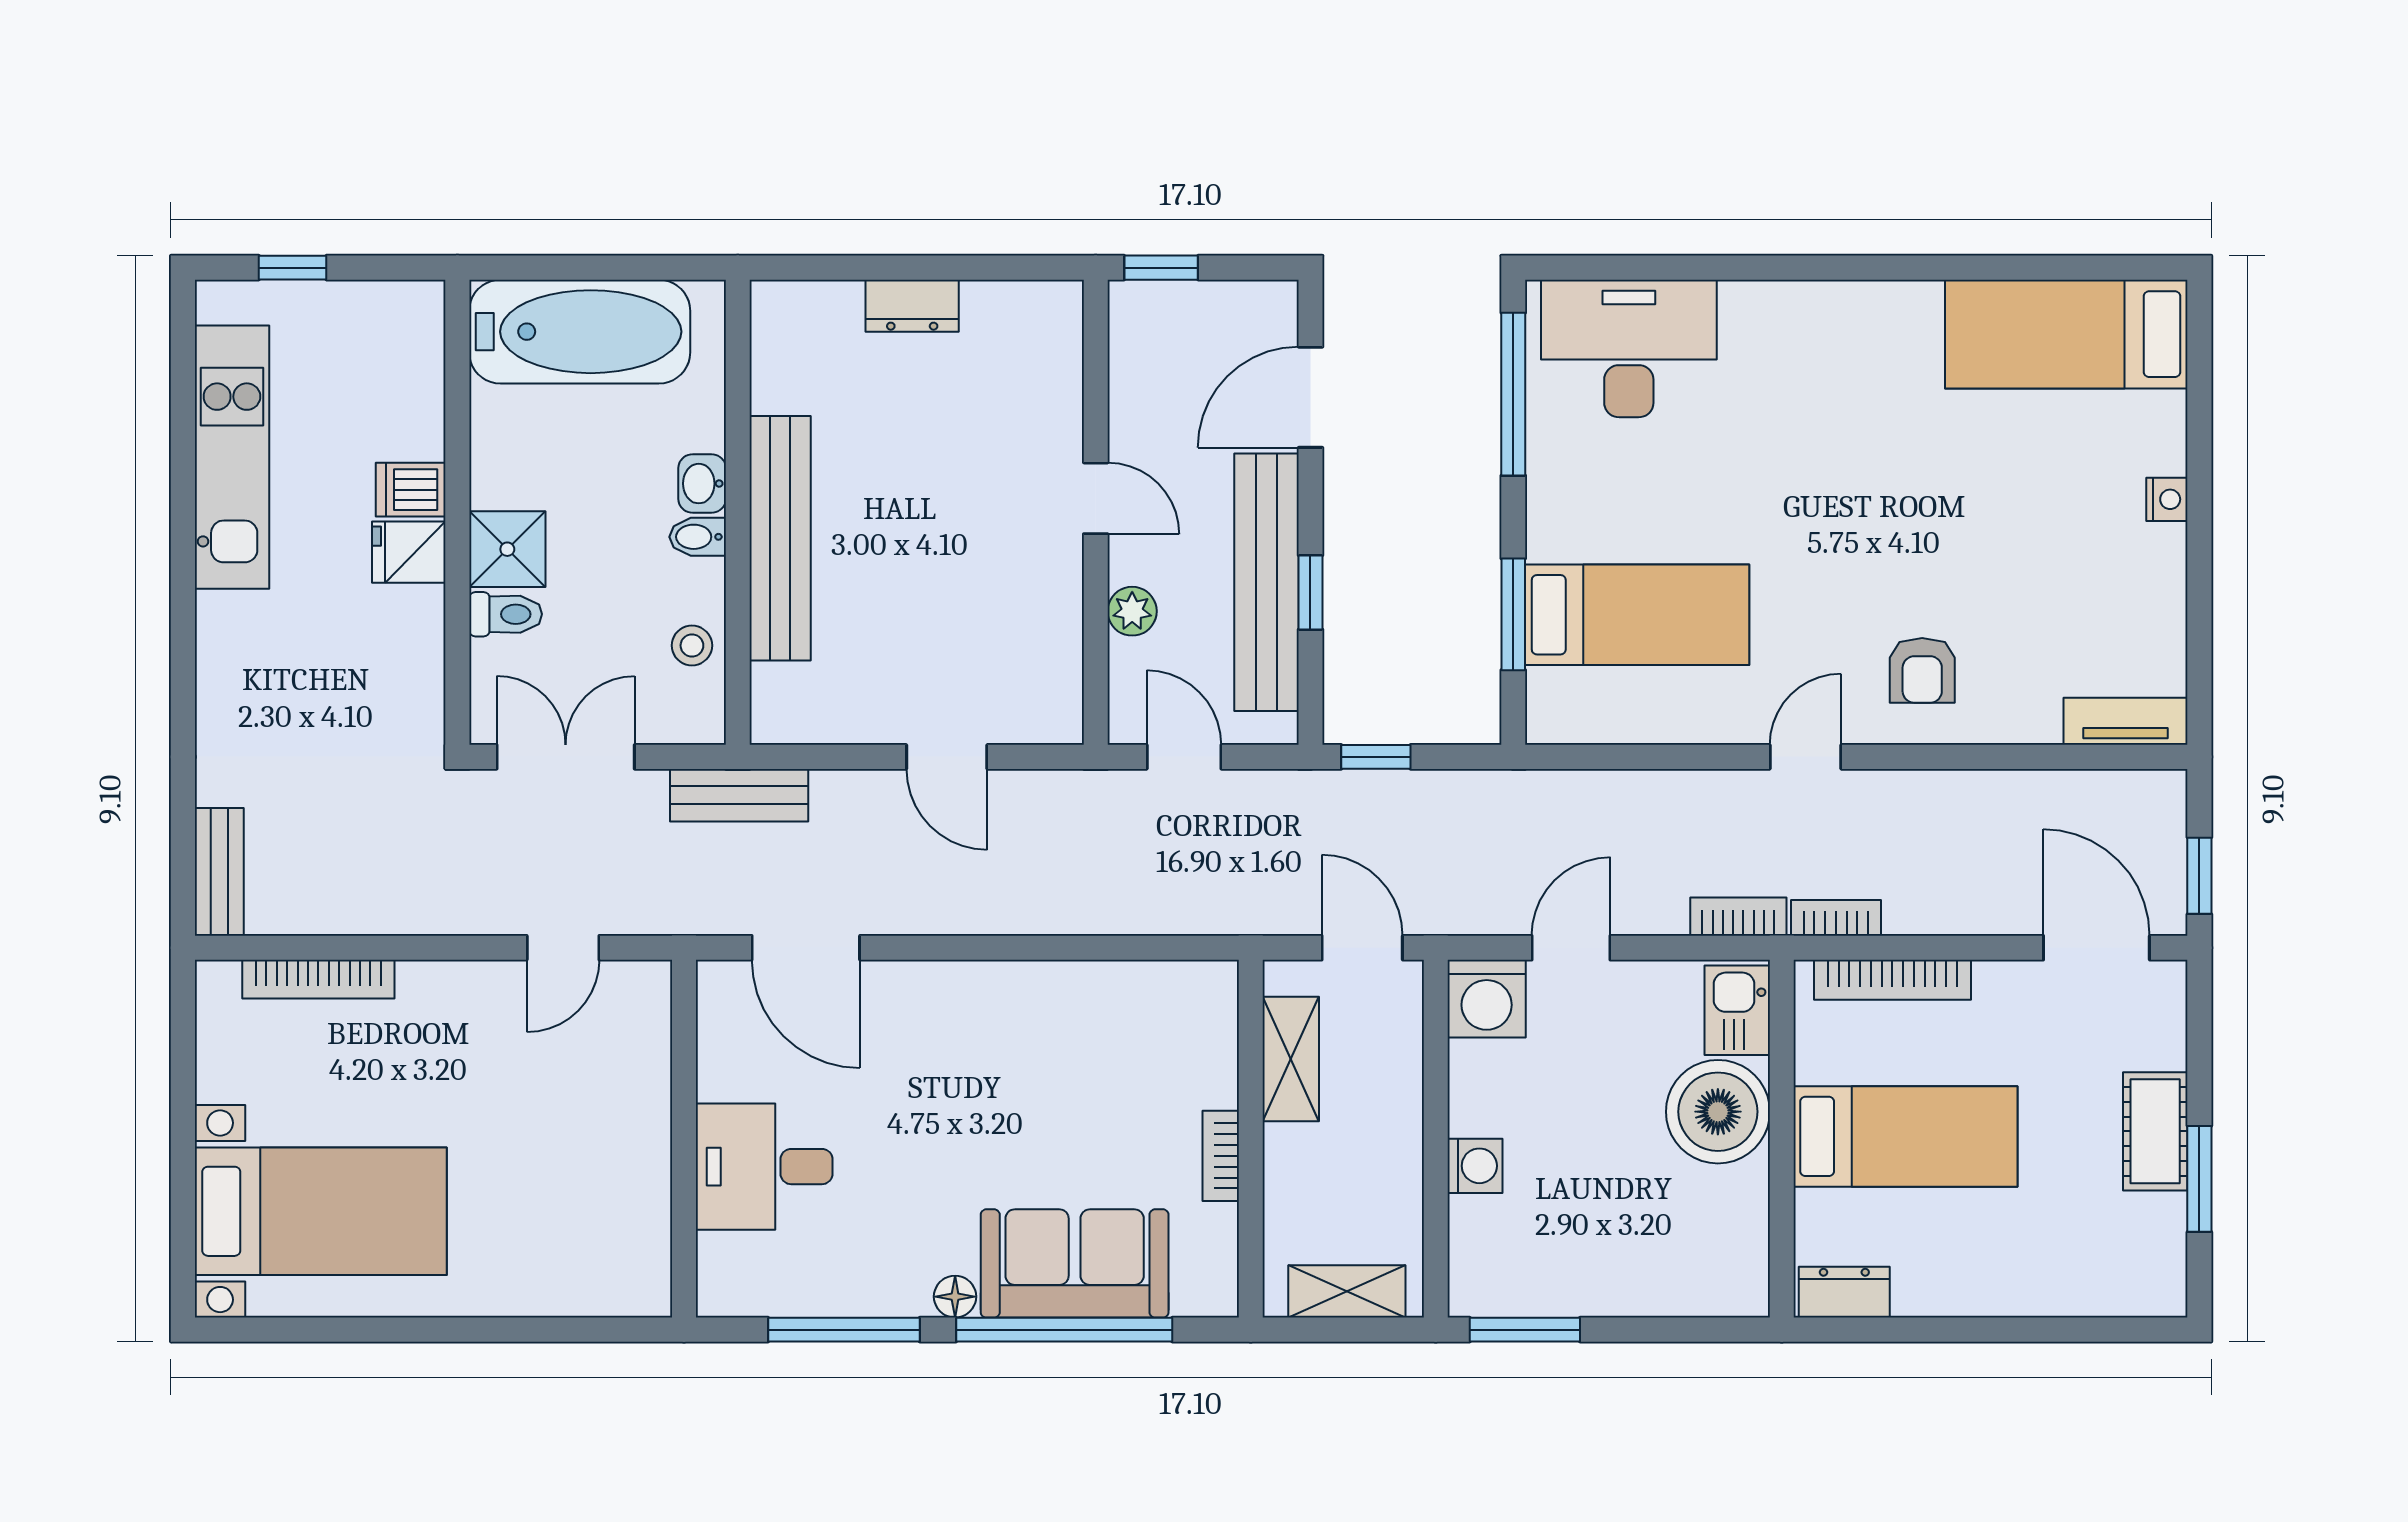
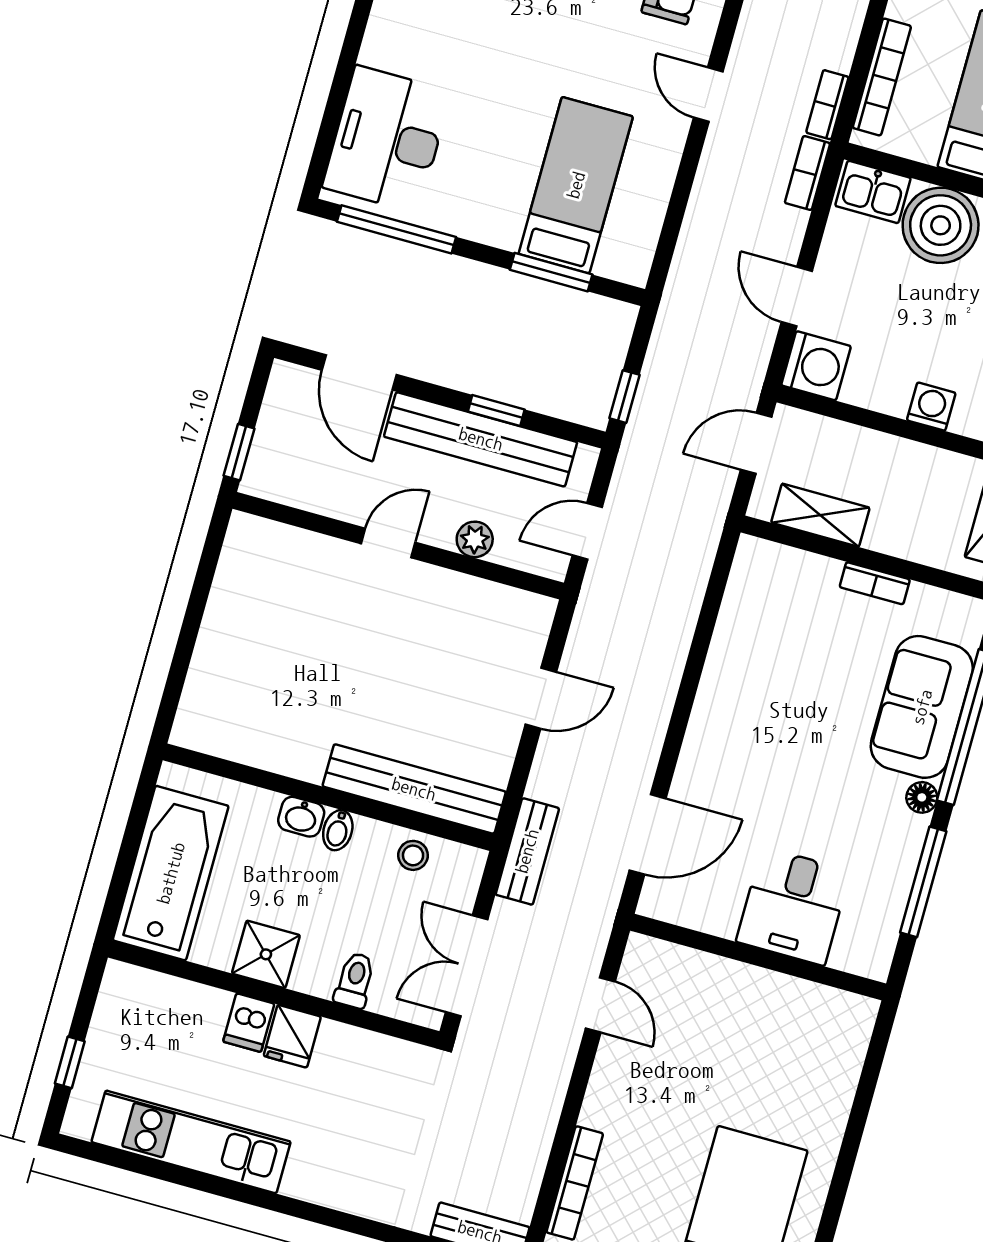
dresser: (912, 306) -> (217, 634), removed
bench: (780, 538) -> (414, 789), moved
shower: (507, 549) -> (266, 954), moved

